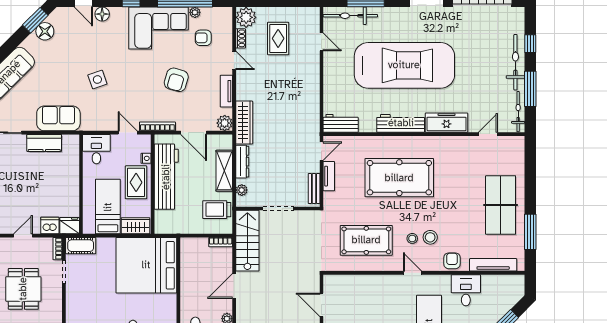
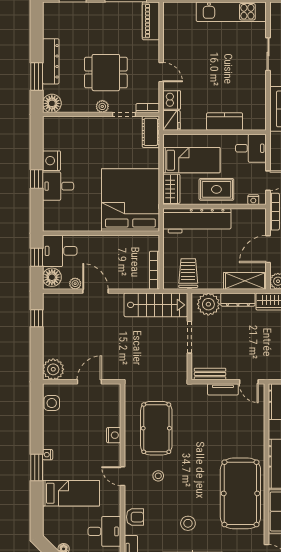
kitchen counter: (44, 143) -> (225, 122), moved, turned 90
nightstand: (146, 158) -> (253, 200), moved
shelving: (224, 171) -> (245, 281), moved
workbench: (166, 177) -> (197, 221), moved
pool table: (399, 178) -> (240, 493), moved
plant: (242, 190) -> (208, 304), width x1.88, depth x1.88
stool: (430, 237) -> (188, 523), moved
bookcase: (221, 242) -> (154, 270), width x1.56
door: (412, 273) -> (122, 476), swing flipped
nightstand: (373, 281) -> (114, 435), added
door: (234, 286) -> (95, 291), moved
plant: (56, 292) -> (102, 106), added

